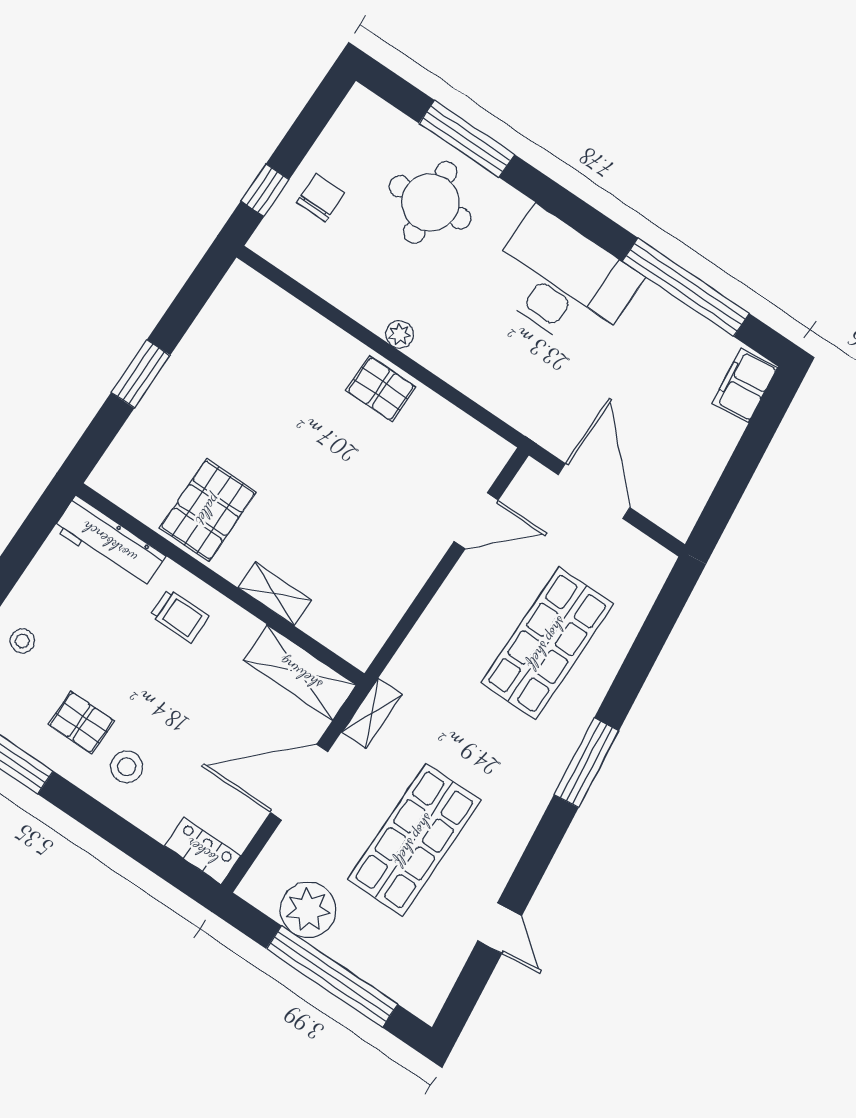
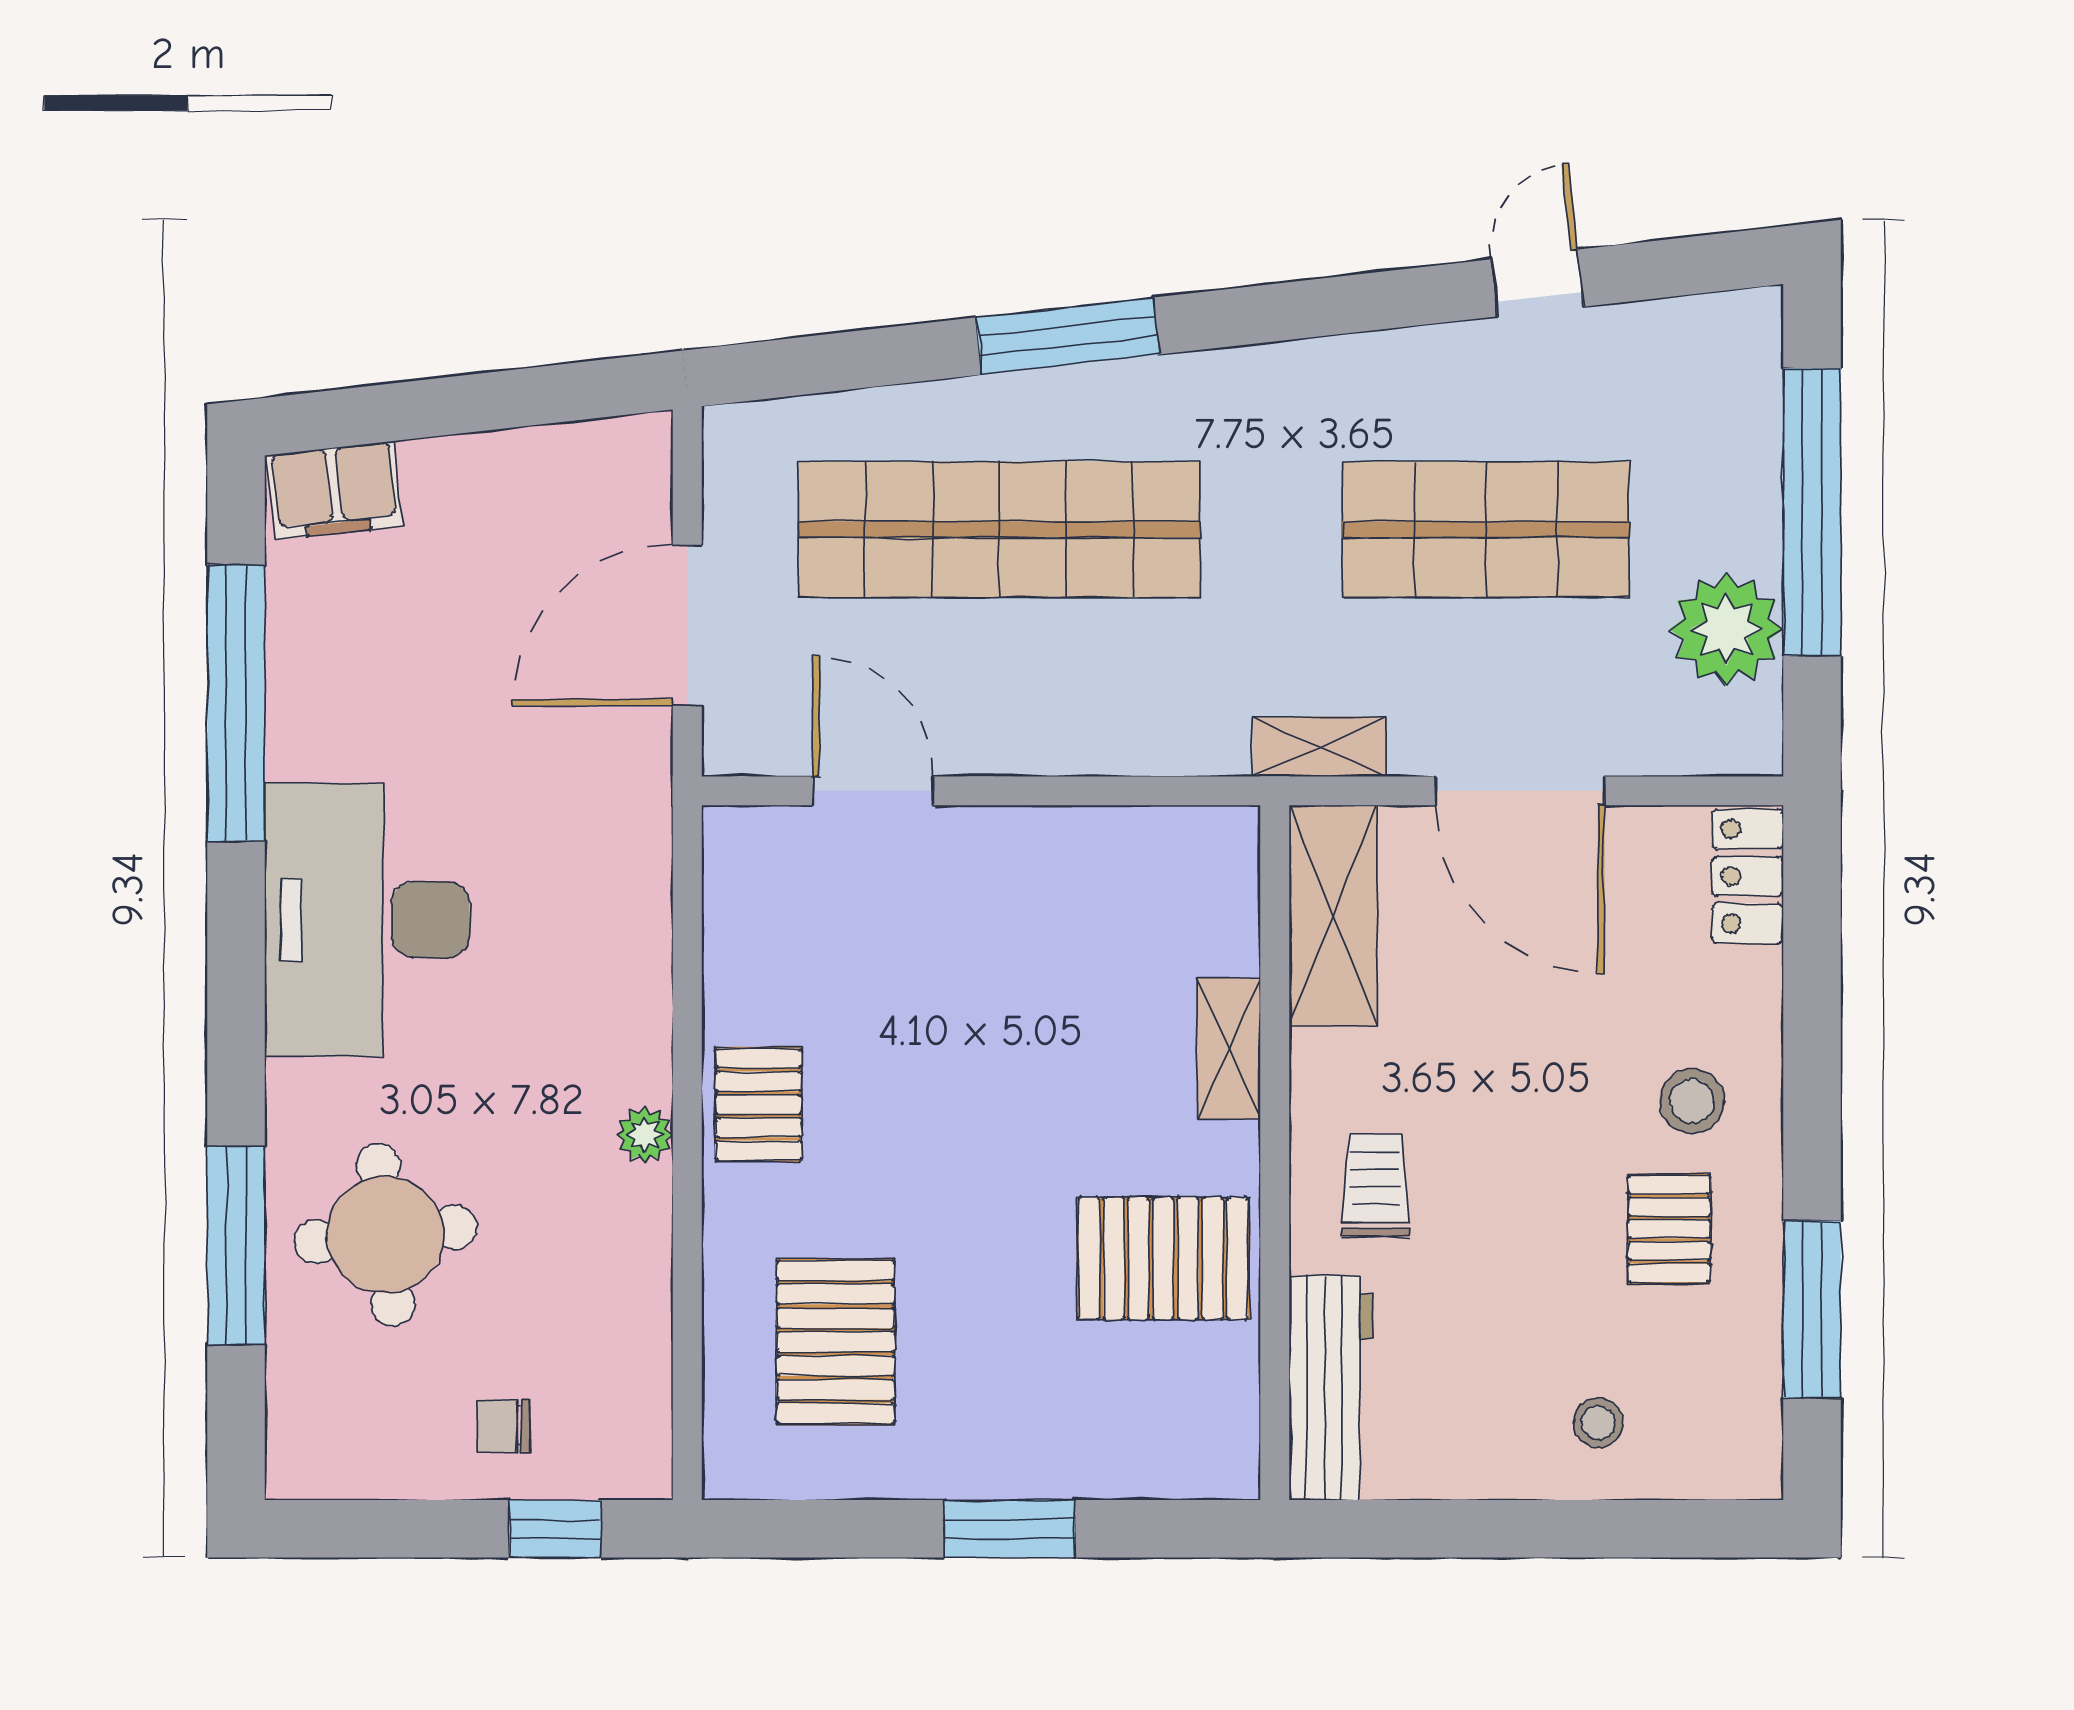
chair: (321, 198) -> (503, 1426), width x0.73, depth x0.73
pallet: (264, 355) -> (836, 1342), added
shop shelf: (547, 643) -> (999, 529), width x1.40
window: (586, 763) -> (1067, 336), moved

